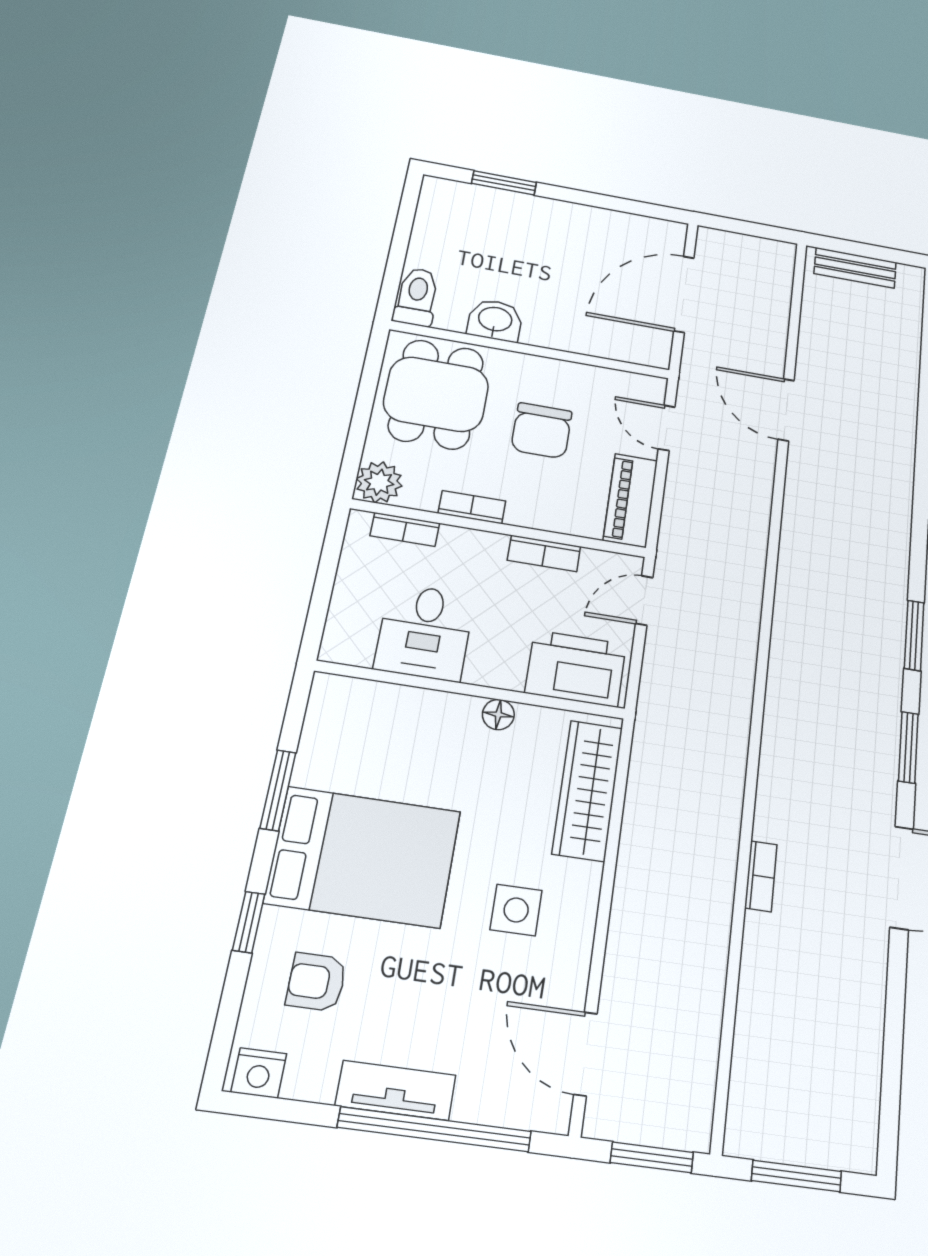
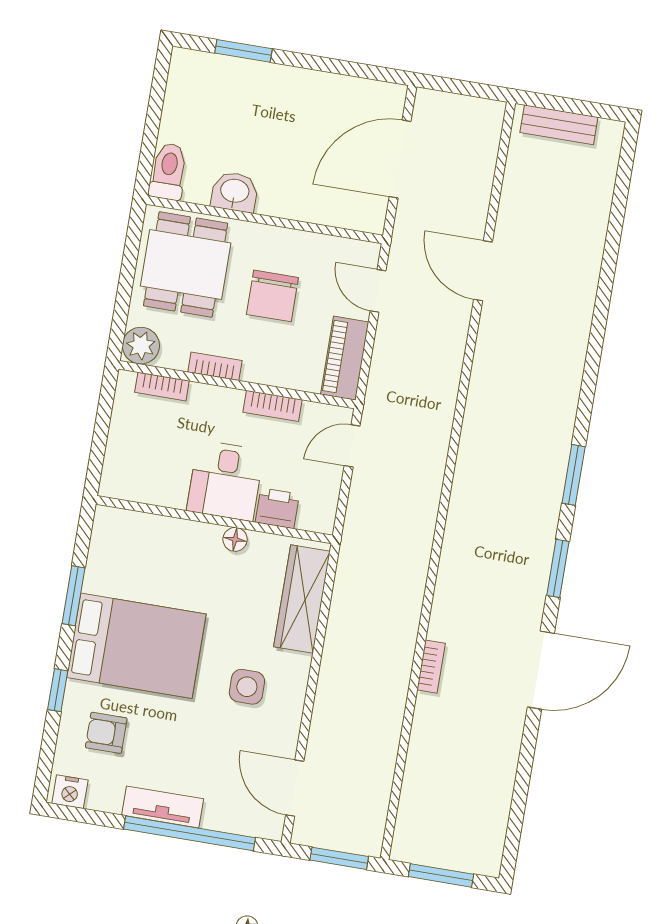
desk: (425, 632) -> (225, 481), moved
printer: (576, 668) -> (277, 508), width x0.53, depth x0.68

